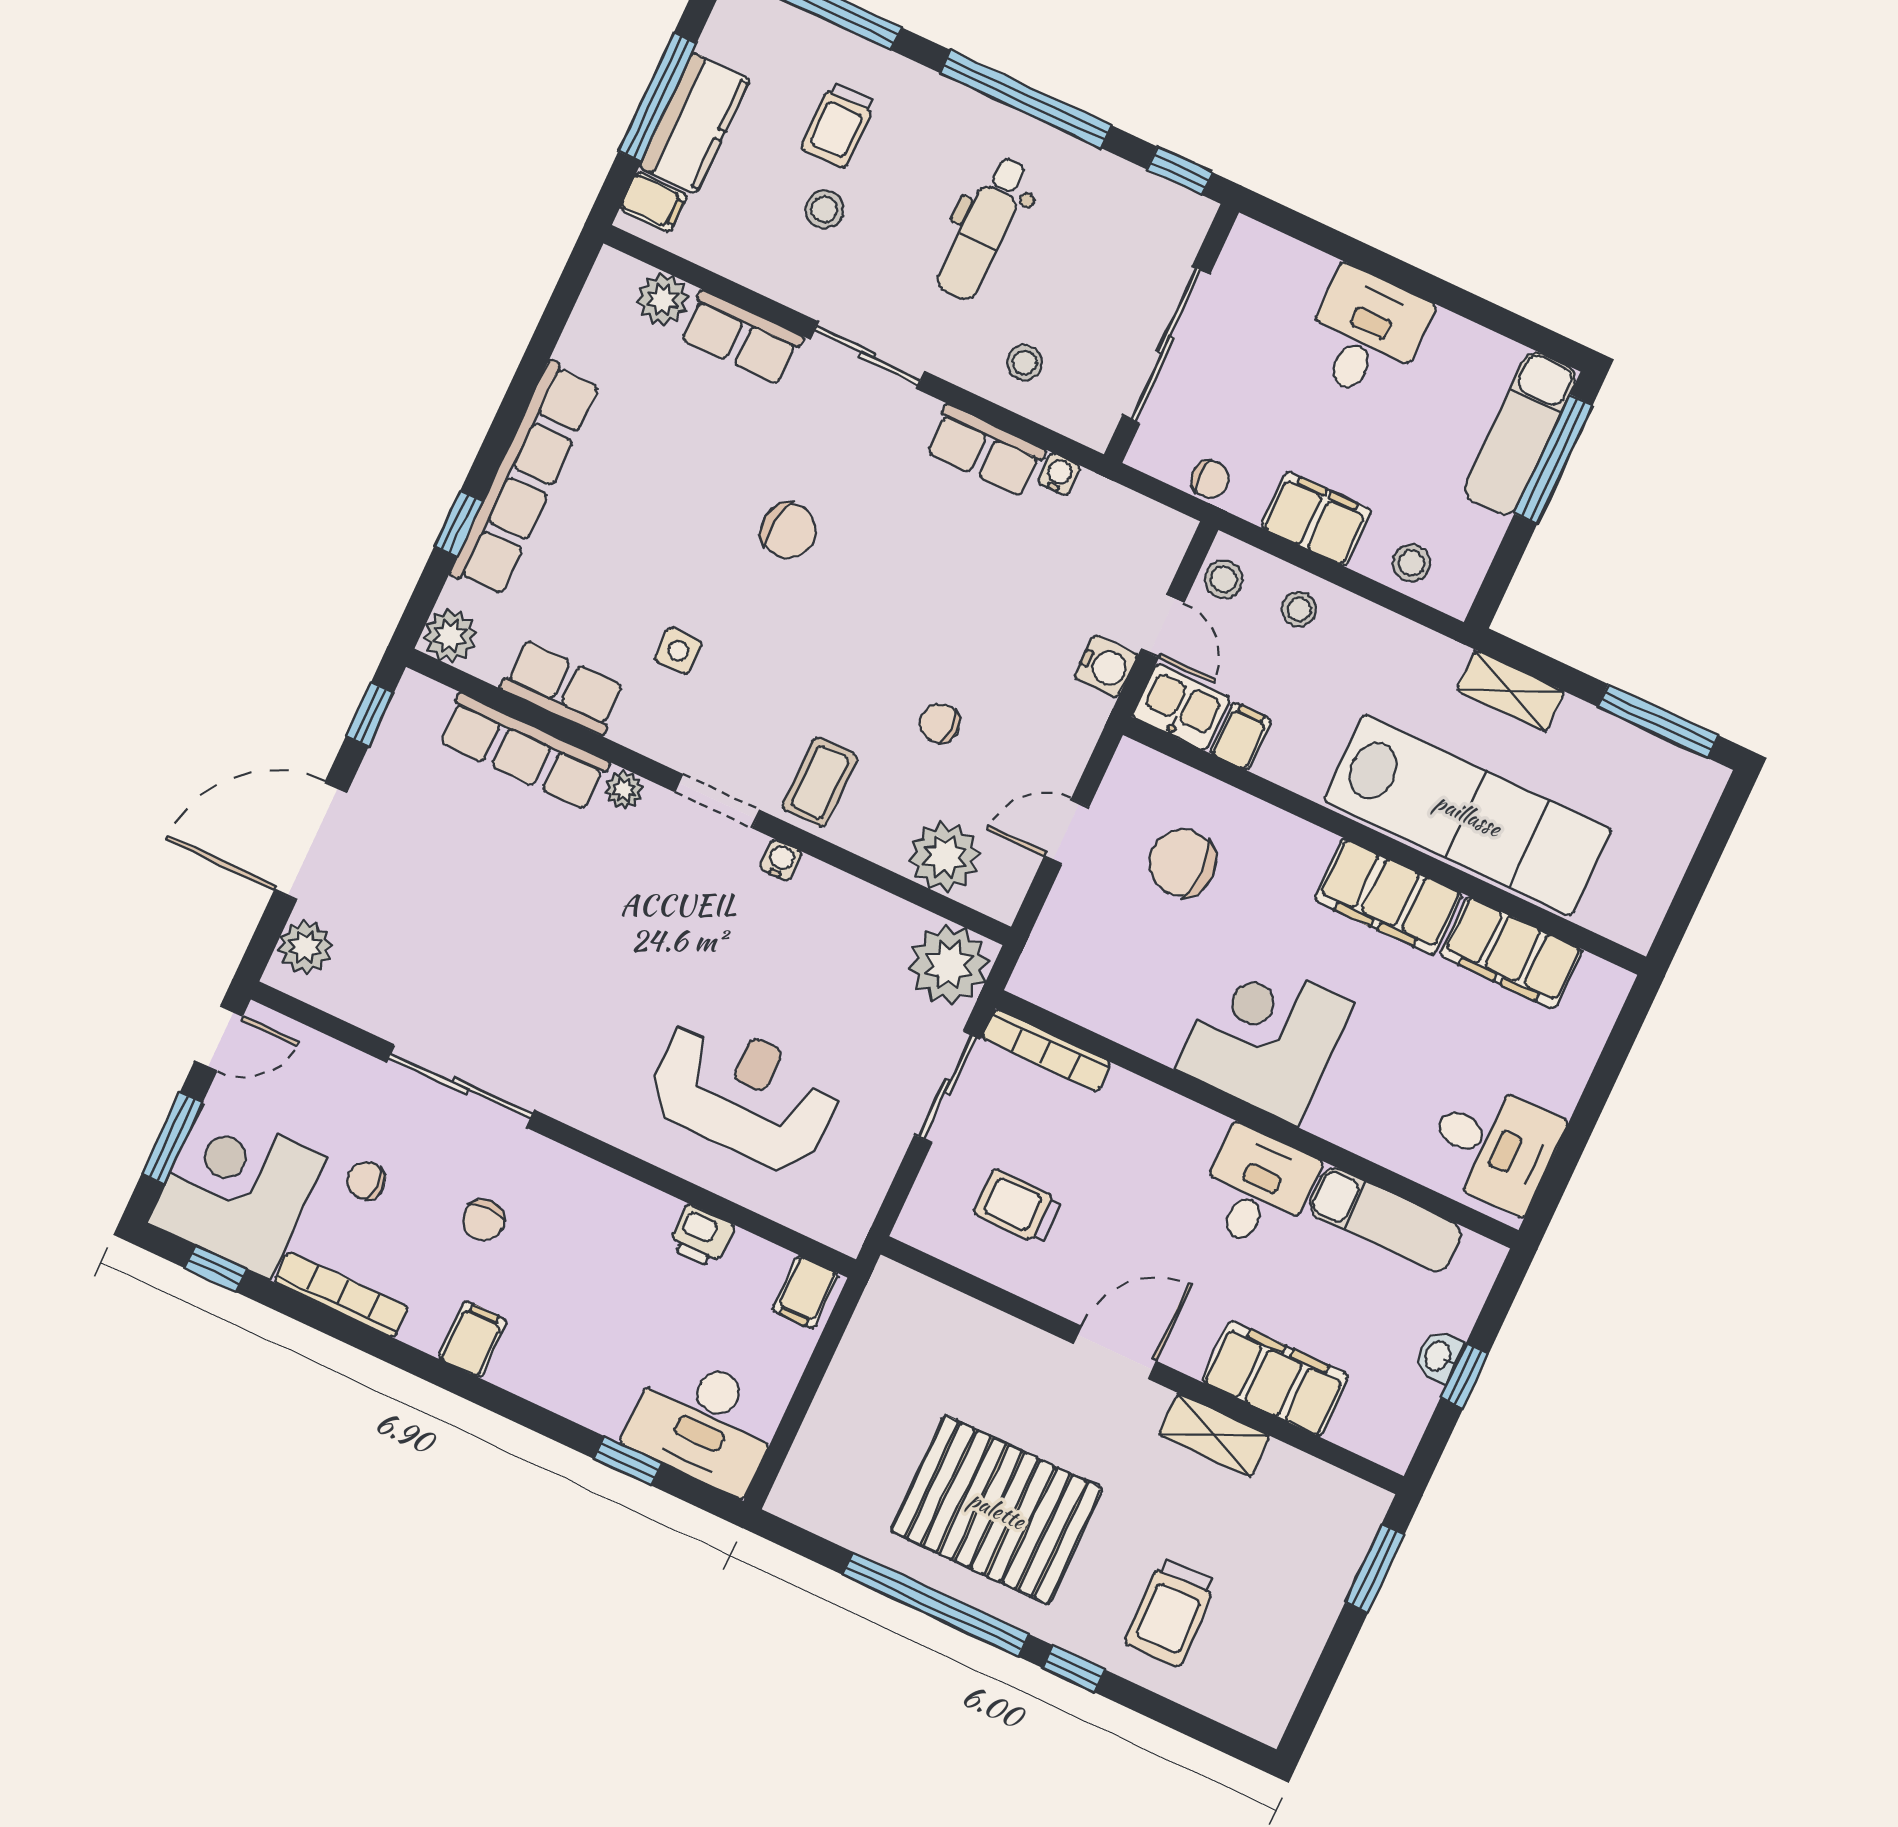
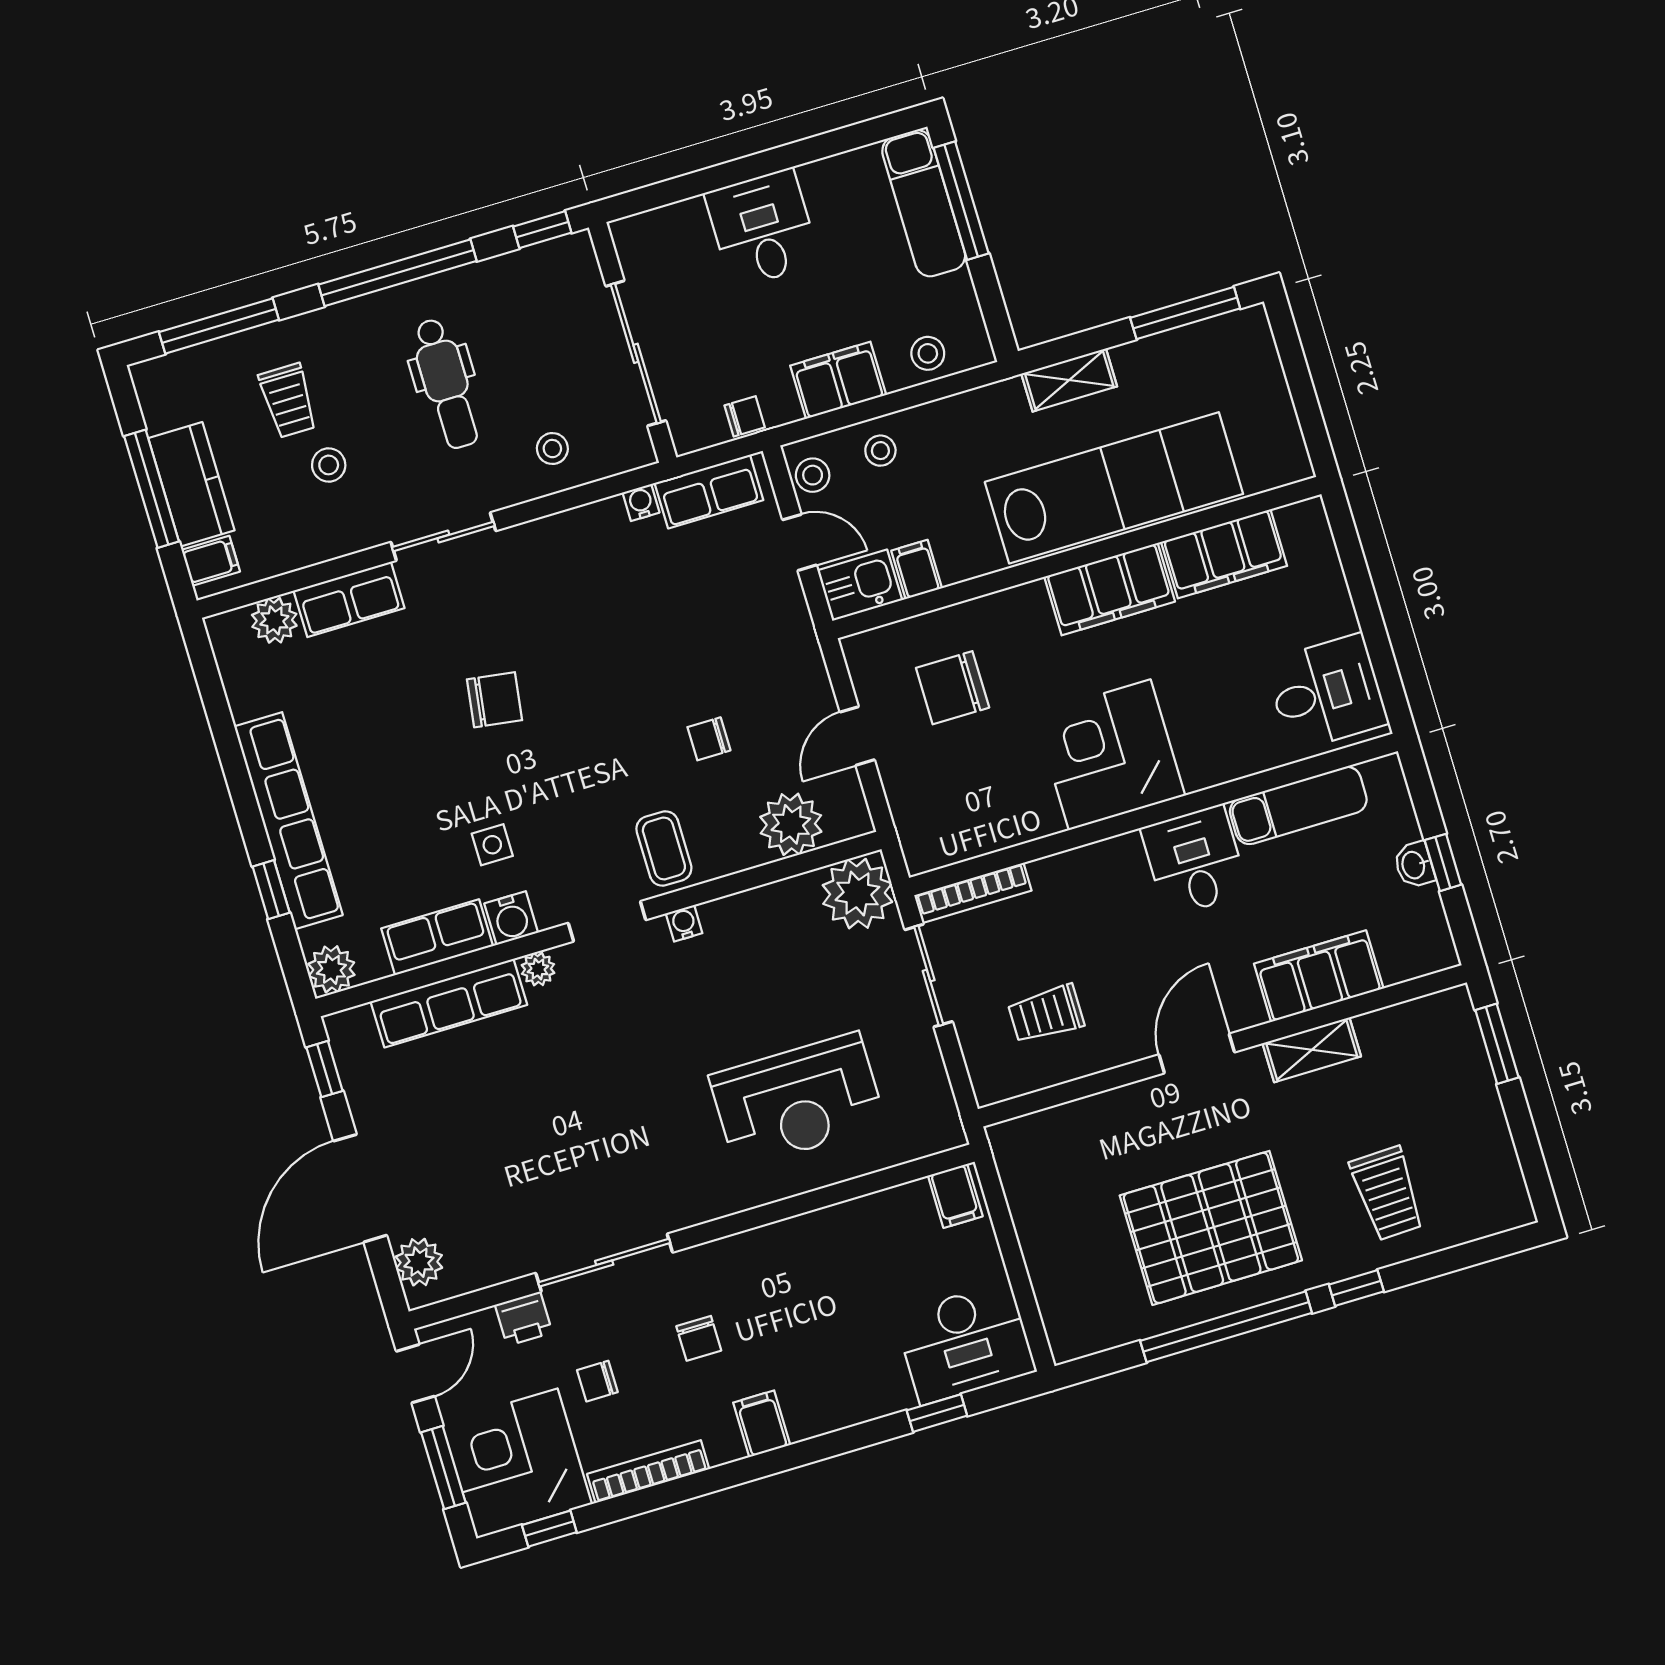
row of seats: (985, 451) -> (709, 492), moved
water cooler: (1106, 666) -> (511, 918), moved, turned 90
reception desk: (744, 1094) -> (797, 1100), turned 180
printer: (701, 1236) -> (524, 1319), moved

